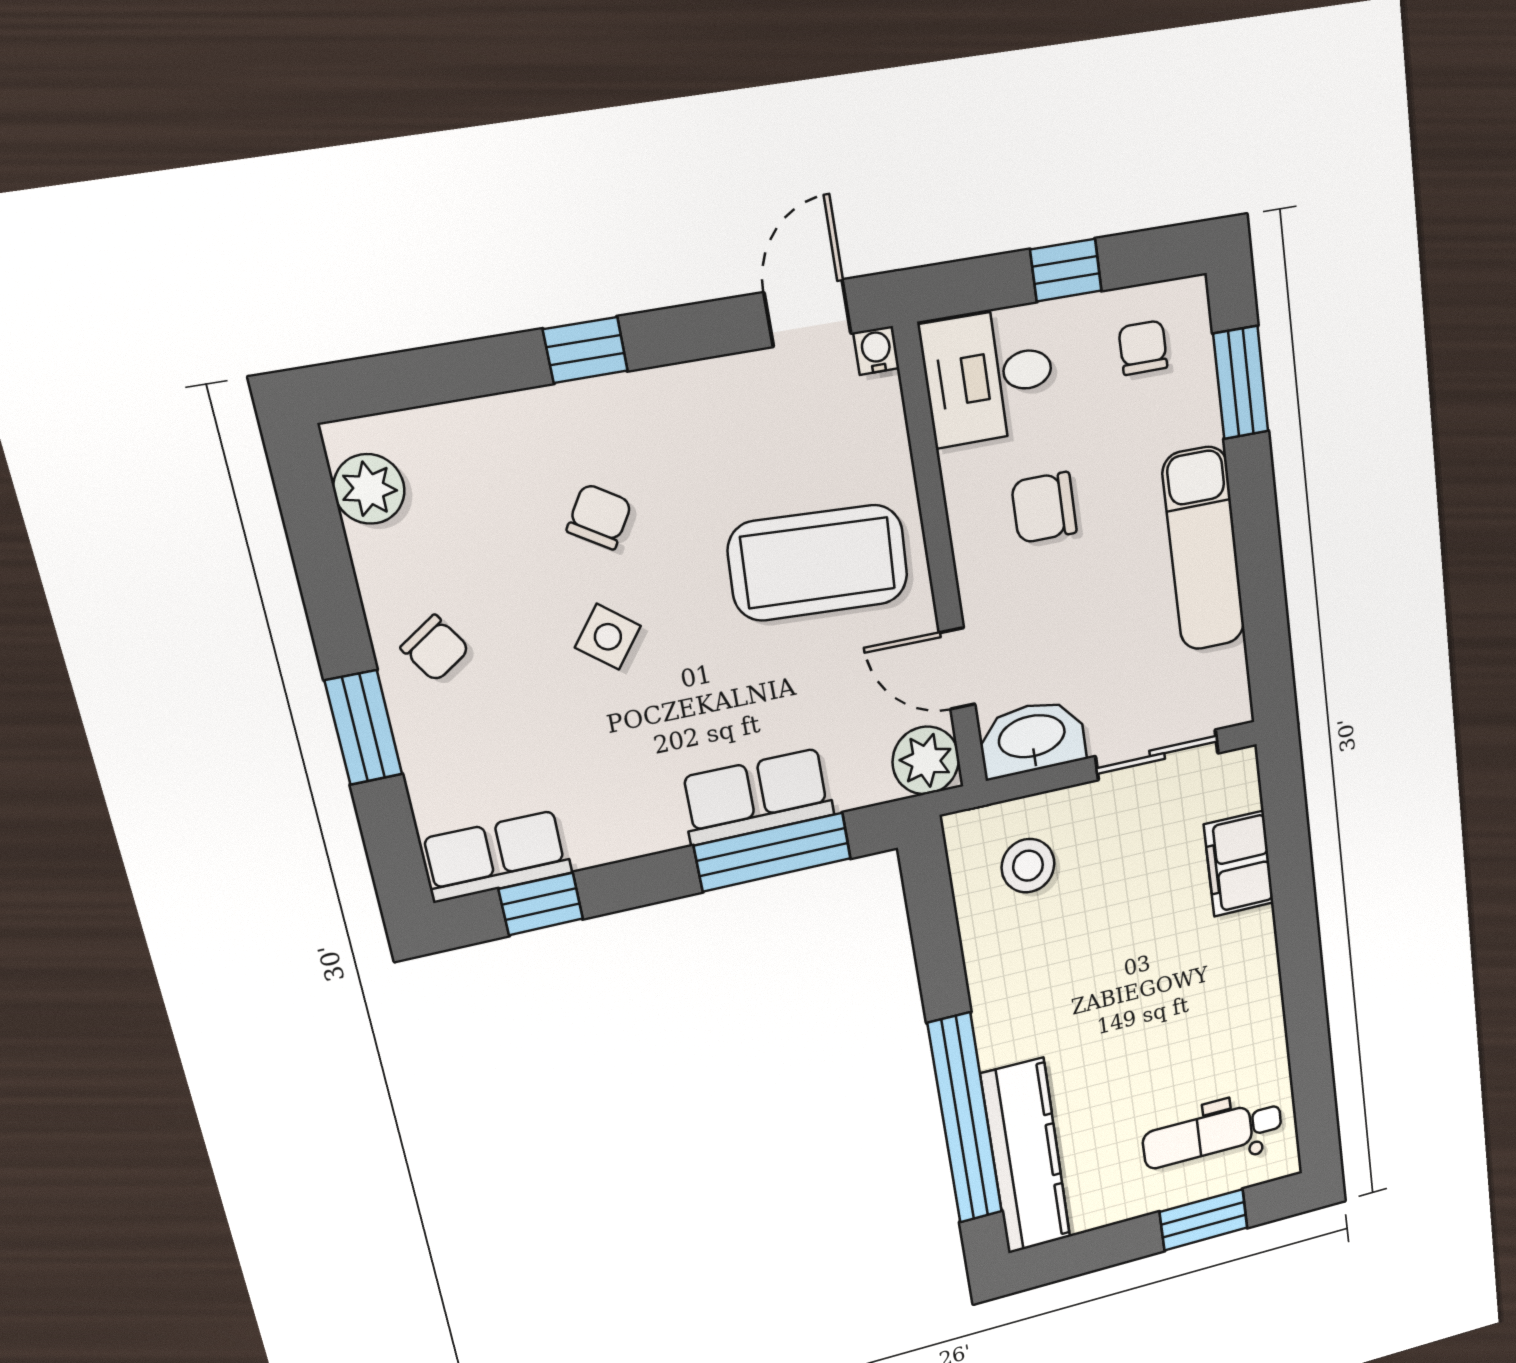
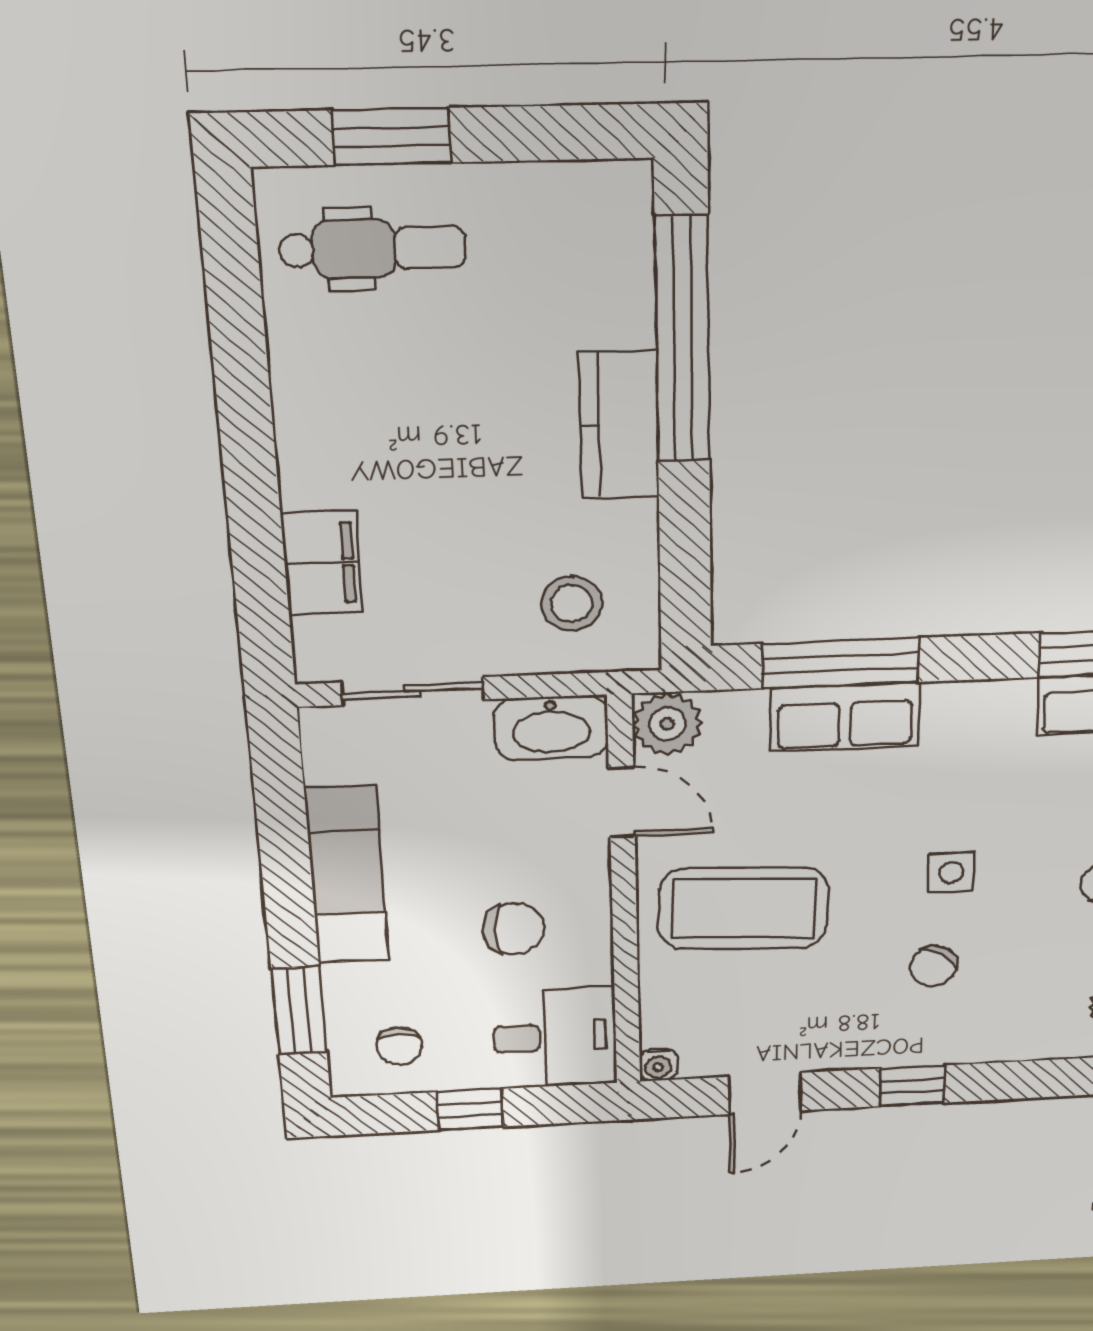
door: (808, 313) -> (765, 1094), moved
side table: (608, 637) -> (951, 873), turned -38
kitchen counter: (1026, 1156) -> (619, 425), moved, width x0.67

